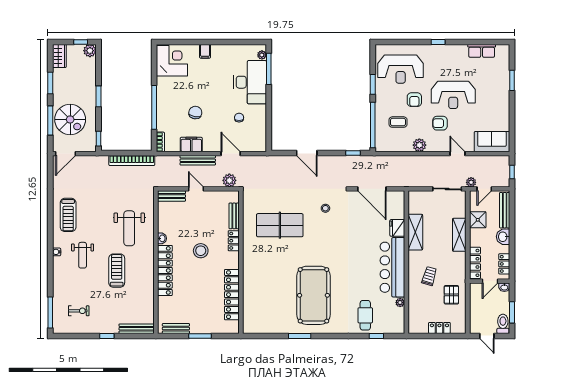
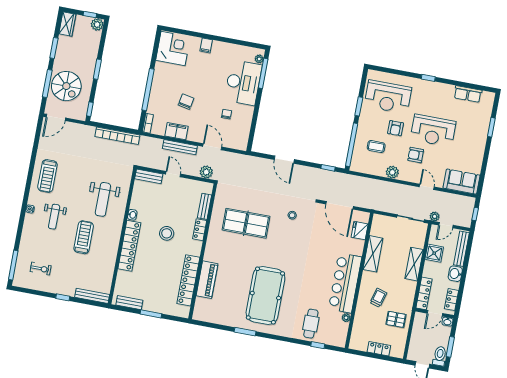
fridge: (397, 228) -> (360, 231), moved
piano: (251, 290) -> (207, 280), added
pallet: (451, 295) -> (396, 319), turned 90

